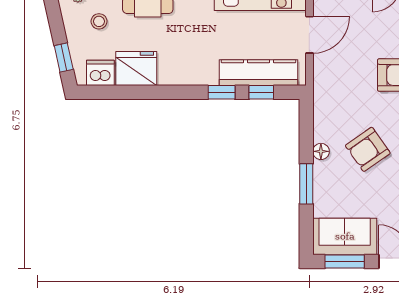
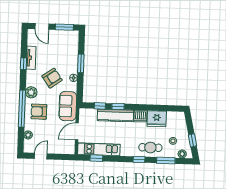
window: (64, 57) -> (193, 140), moved
dishwasher: (100, 73) -> (140, 116), moved
kitchen counter: (258, 73) -> (115, 115), moved
sofa: (345, 236) -> (68, 106), moved, turned 90

